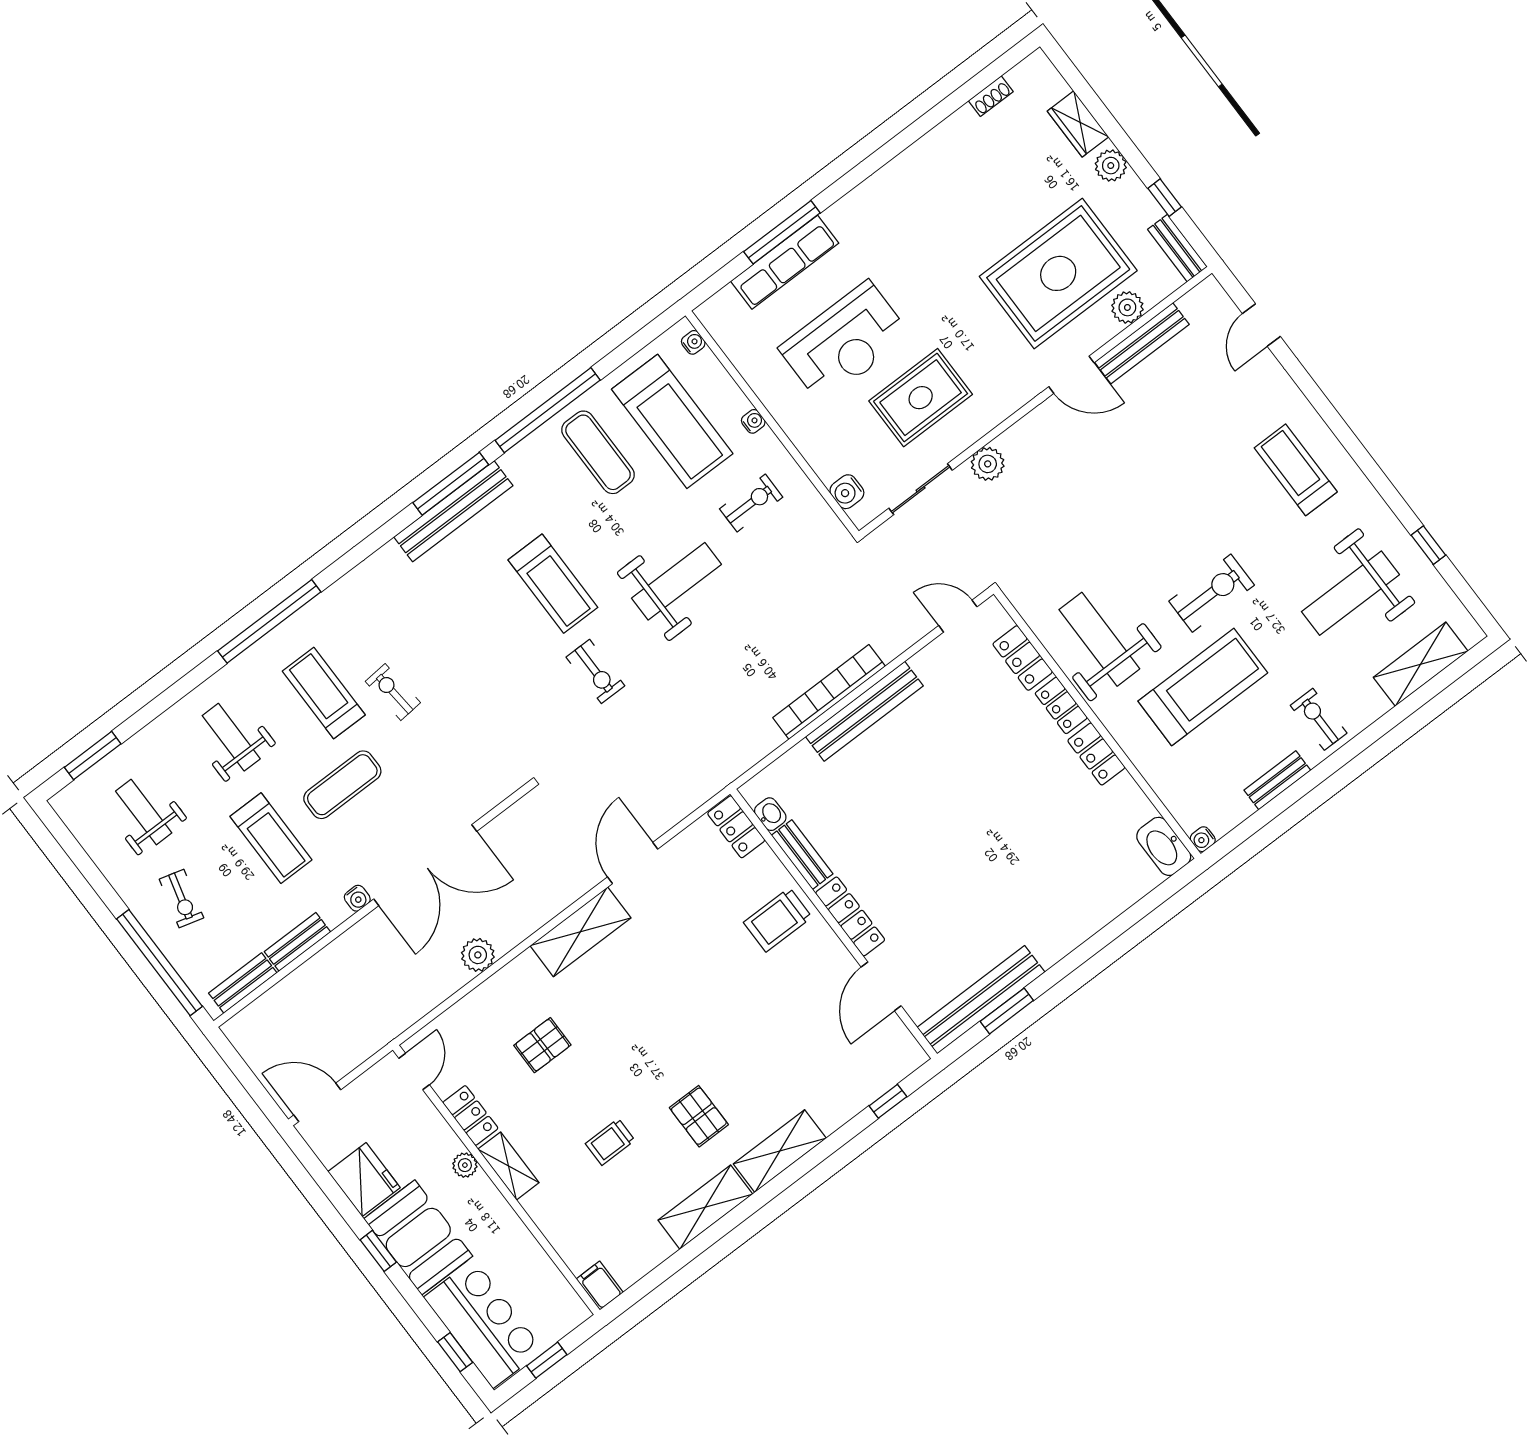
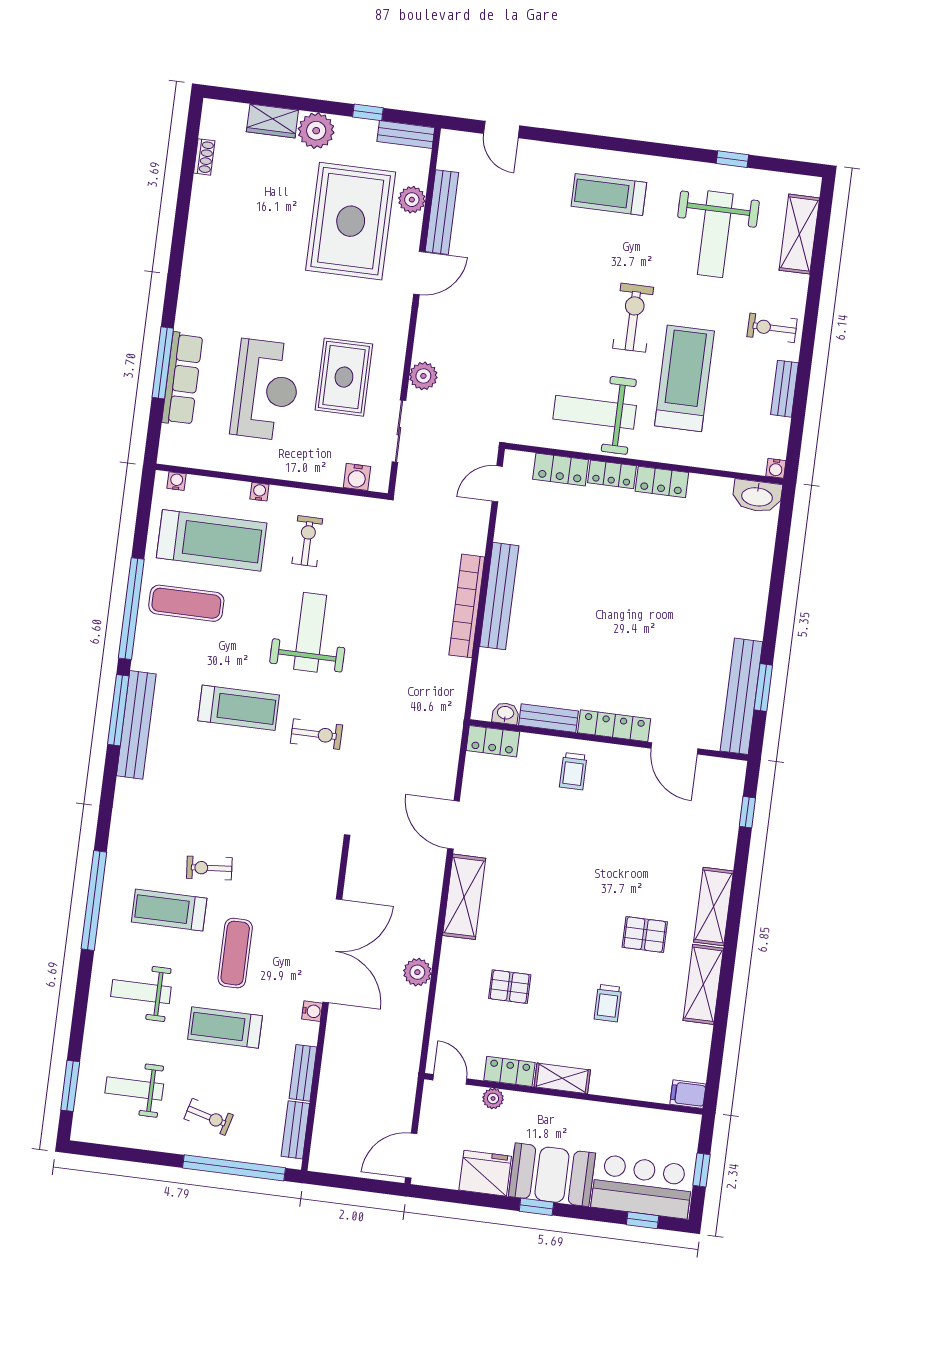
plant: (1111, 166) -> (316, 131), width x1.36, depth x1.36
treadmill: (271, 838) -> (225, 1027), turned 180
trolley: (778, 920) -> (573, 771), width x0.73, depth x0.72
pallet: (542, 1045) -> (510, 987), turned 90
plant: (465, 1165) -> (493, 1099), moved

